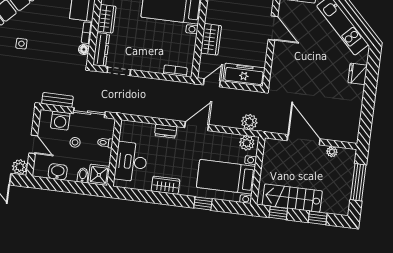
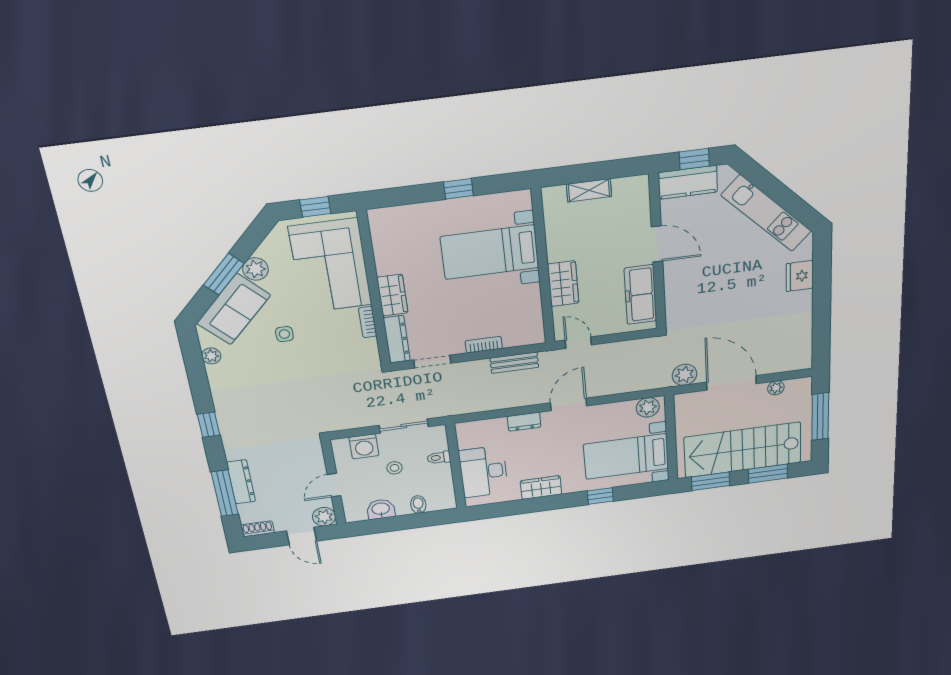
side table: (21, 44) -> (284, 334), moved
floor lamp: (84, 49) -> (370, 346), removed
bookcase: (175, 71) -> (484, 345), moved
freezer: (244, 75) -> (640, 295), moved, turned -90
door: (212, 83) -> (578, 343), hinge flipped
bench: (57, 100) -> (514, 363), moved
plant: (249, 122) -> (685, 375), moved
door: (33, 144) -> (334, 485), swing flipped
shower: (99, 175) -> (441, 498), removed
stairs: (292, 198) -> (743, 450), width x1.36, depth x1.51
window: (278, 213) -> (711, 481), width x1.50
window: (318, 218) -> (768, 474), width x1.50

